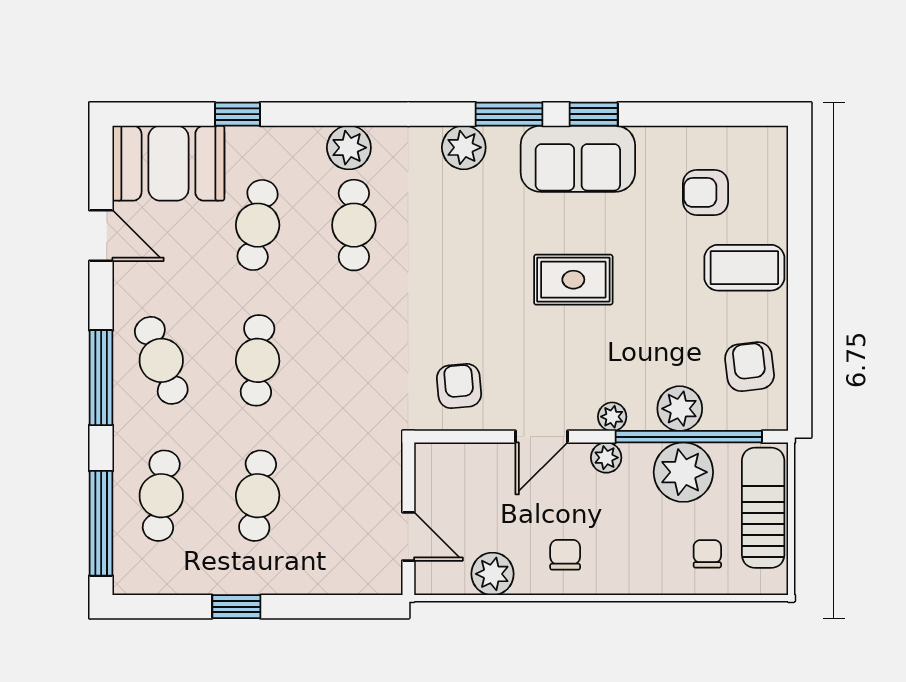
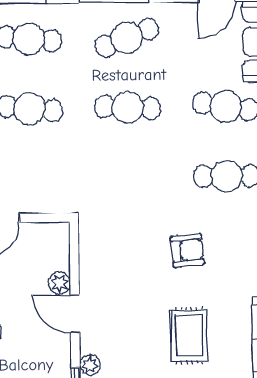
armchair: (459, 386) -> (187, 250), moved
plant: (606, 458) -> (59, 283), moved

